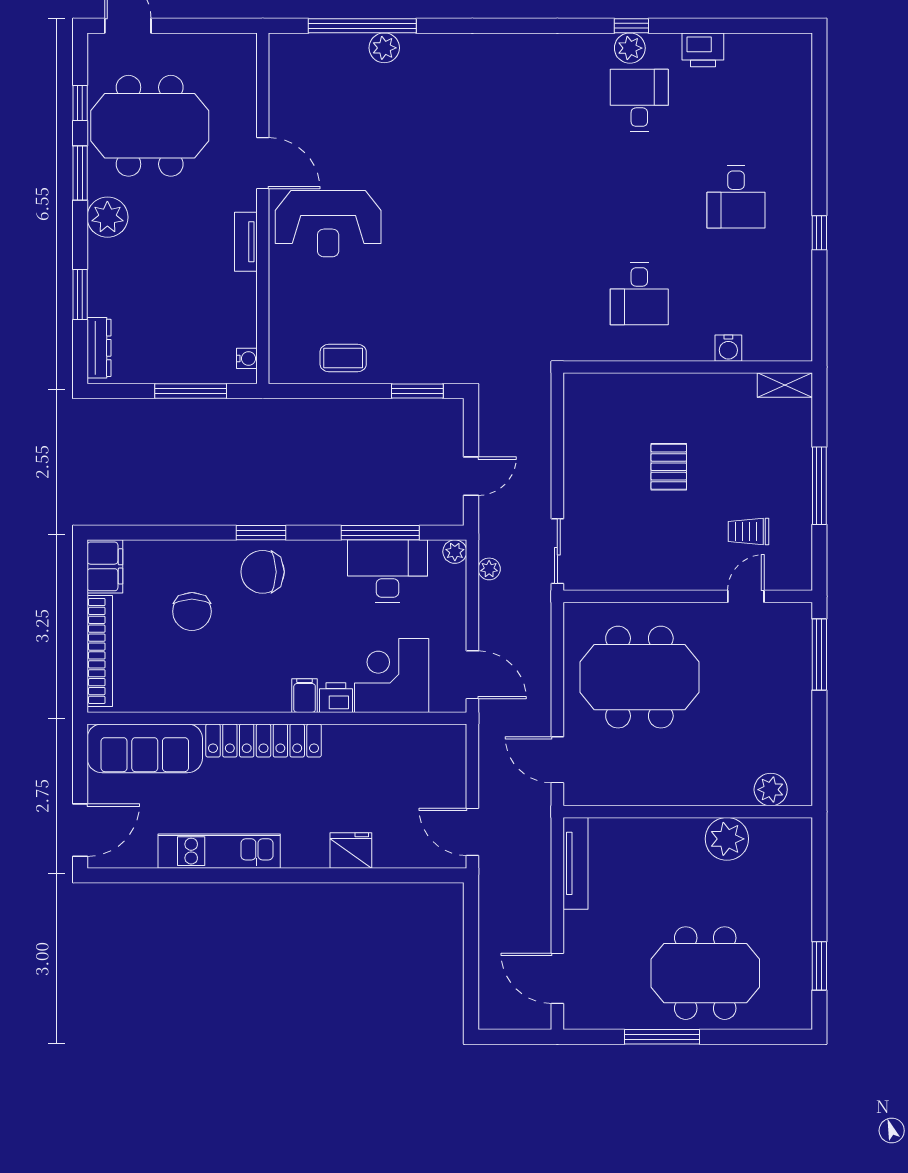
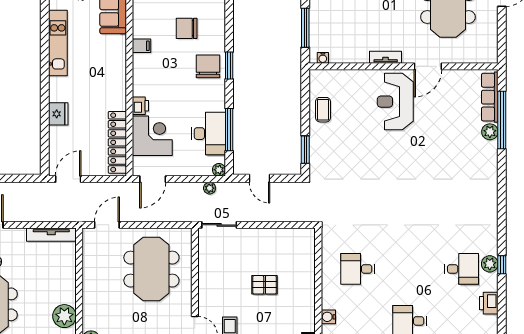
row of seats: (320, 48) -> (490, 97), added
filing cabinet: (305, 696) -> (141, 46), moved
locker: (264, 741) -> (117, 142), moved

